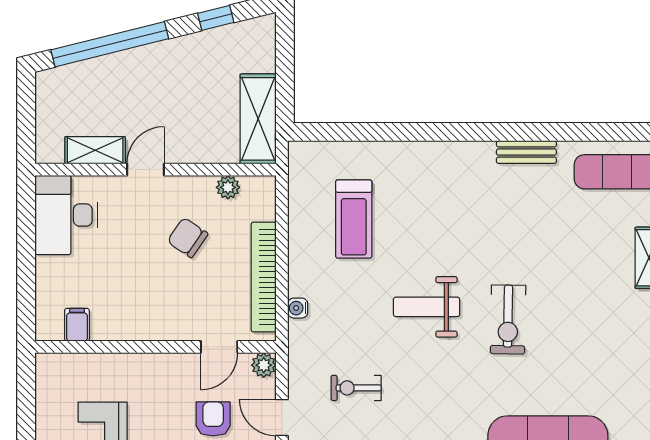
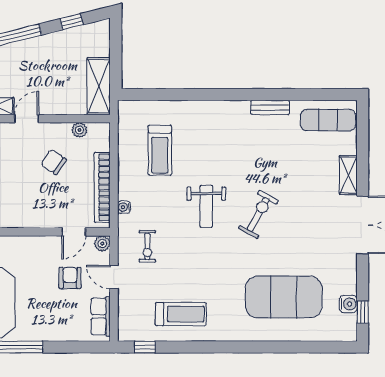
weight bench: (427, 307) -> (206, 206), turned -90
exercise bike: (508, 320) -> (258, 214), turned -152
exercise bike: (356, 388) -> (147, 246), moved, turned -90

